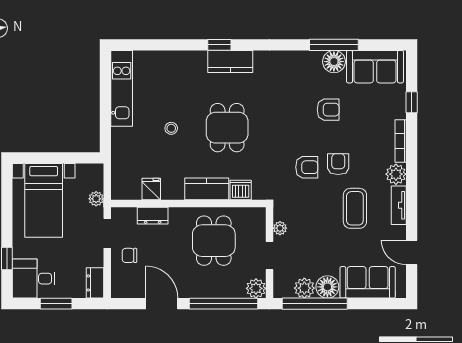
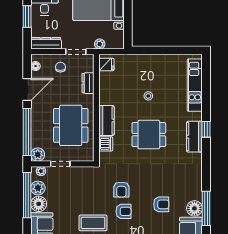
kitchen unit: (122, 88) -> (195, 85), moved, turned 90
armchair: (328, 110) -> (161, 204), turned -90
fridge: (151, 189) -> (106, 65), moved
plant: (280, 228) -> (41, 171), moved
dining table: (214, 241) -> (71, 125), width x1.37
dresser: (95, 283) -> (46, 43), width x1.44
floor lamp: (128, 292) -> (36, 66), added

